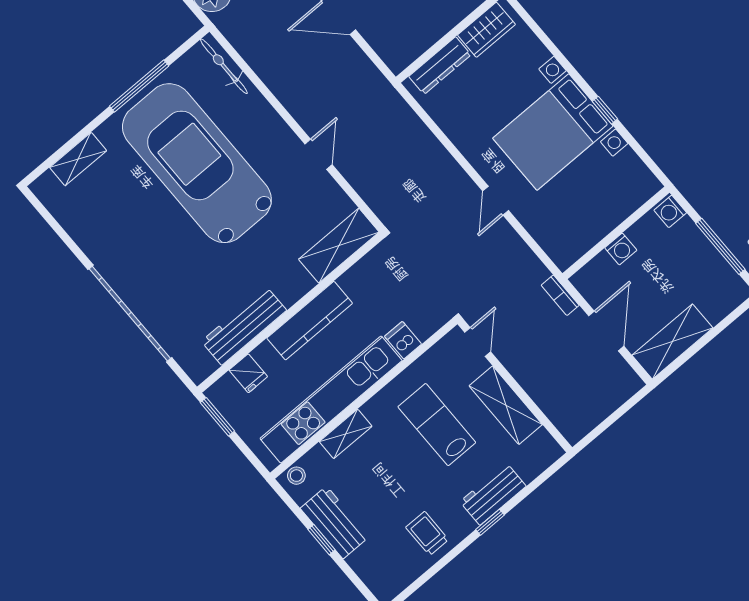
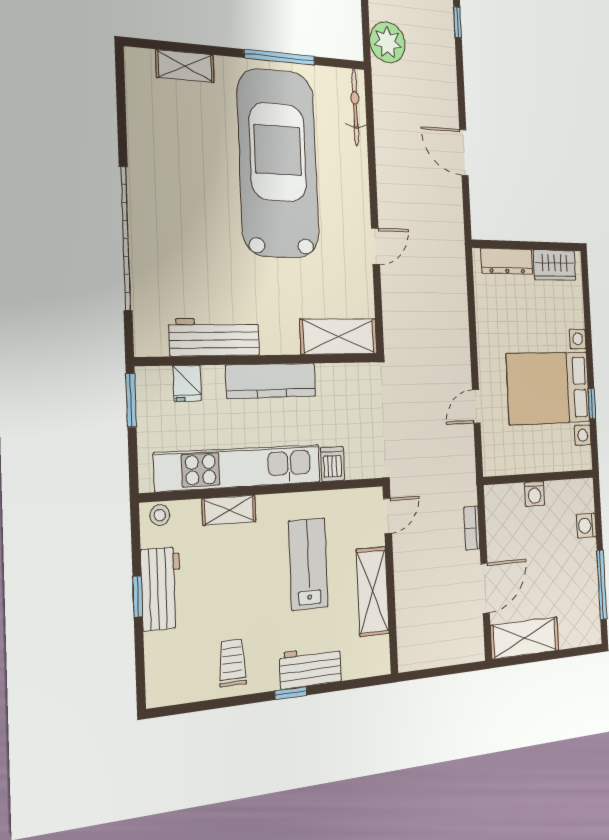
wall: (616, 233) -> (539, 477), moved
washing machine: (621, 249) -> (535, 494), moved

